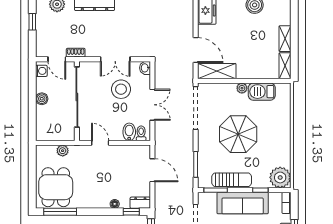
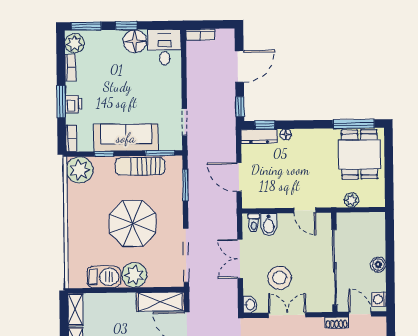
plant: (242, 88) -> (134, 275), width x1.88, depth x1.88
dresser: (140, 203) -> (259, 136), width x1.44

